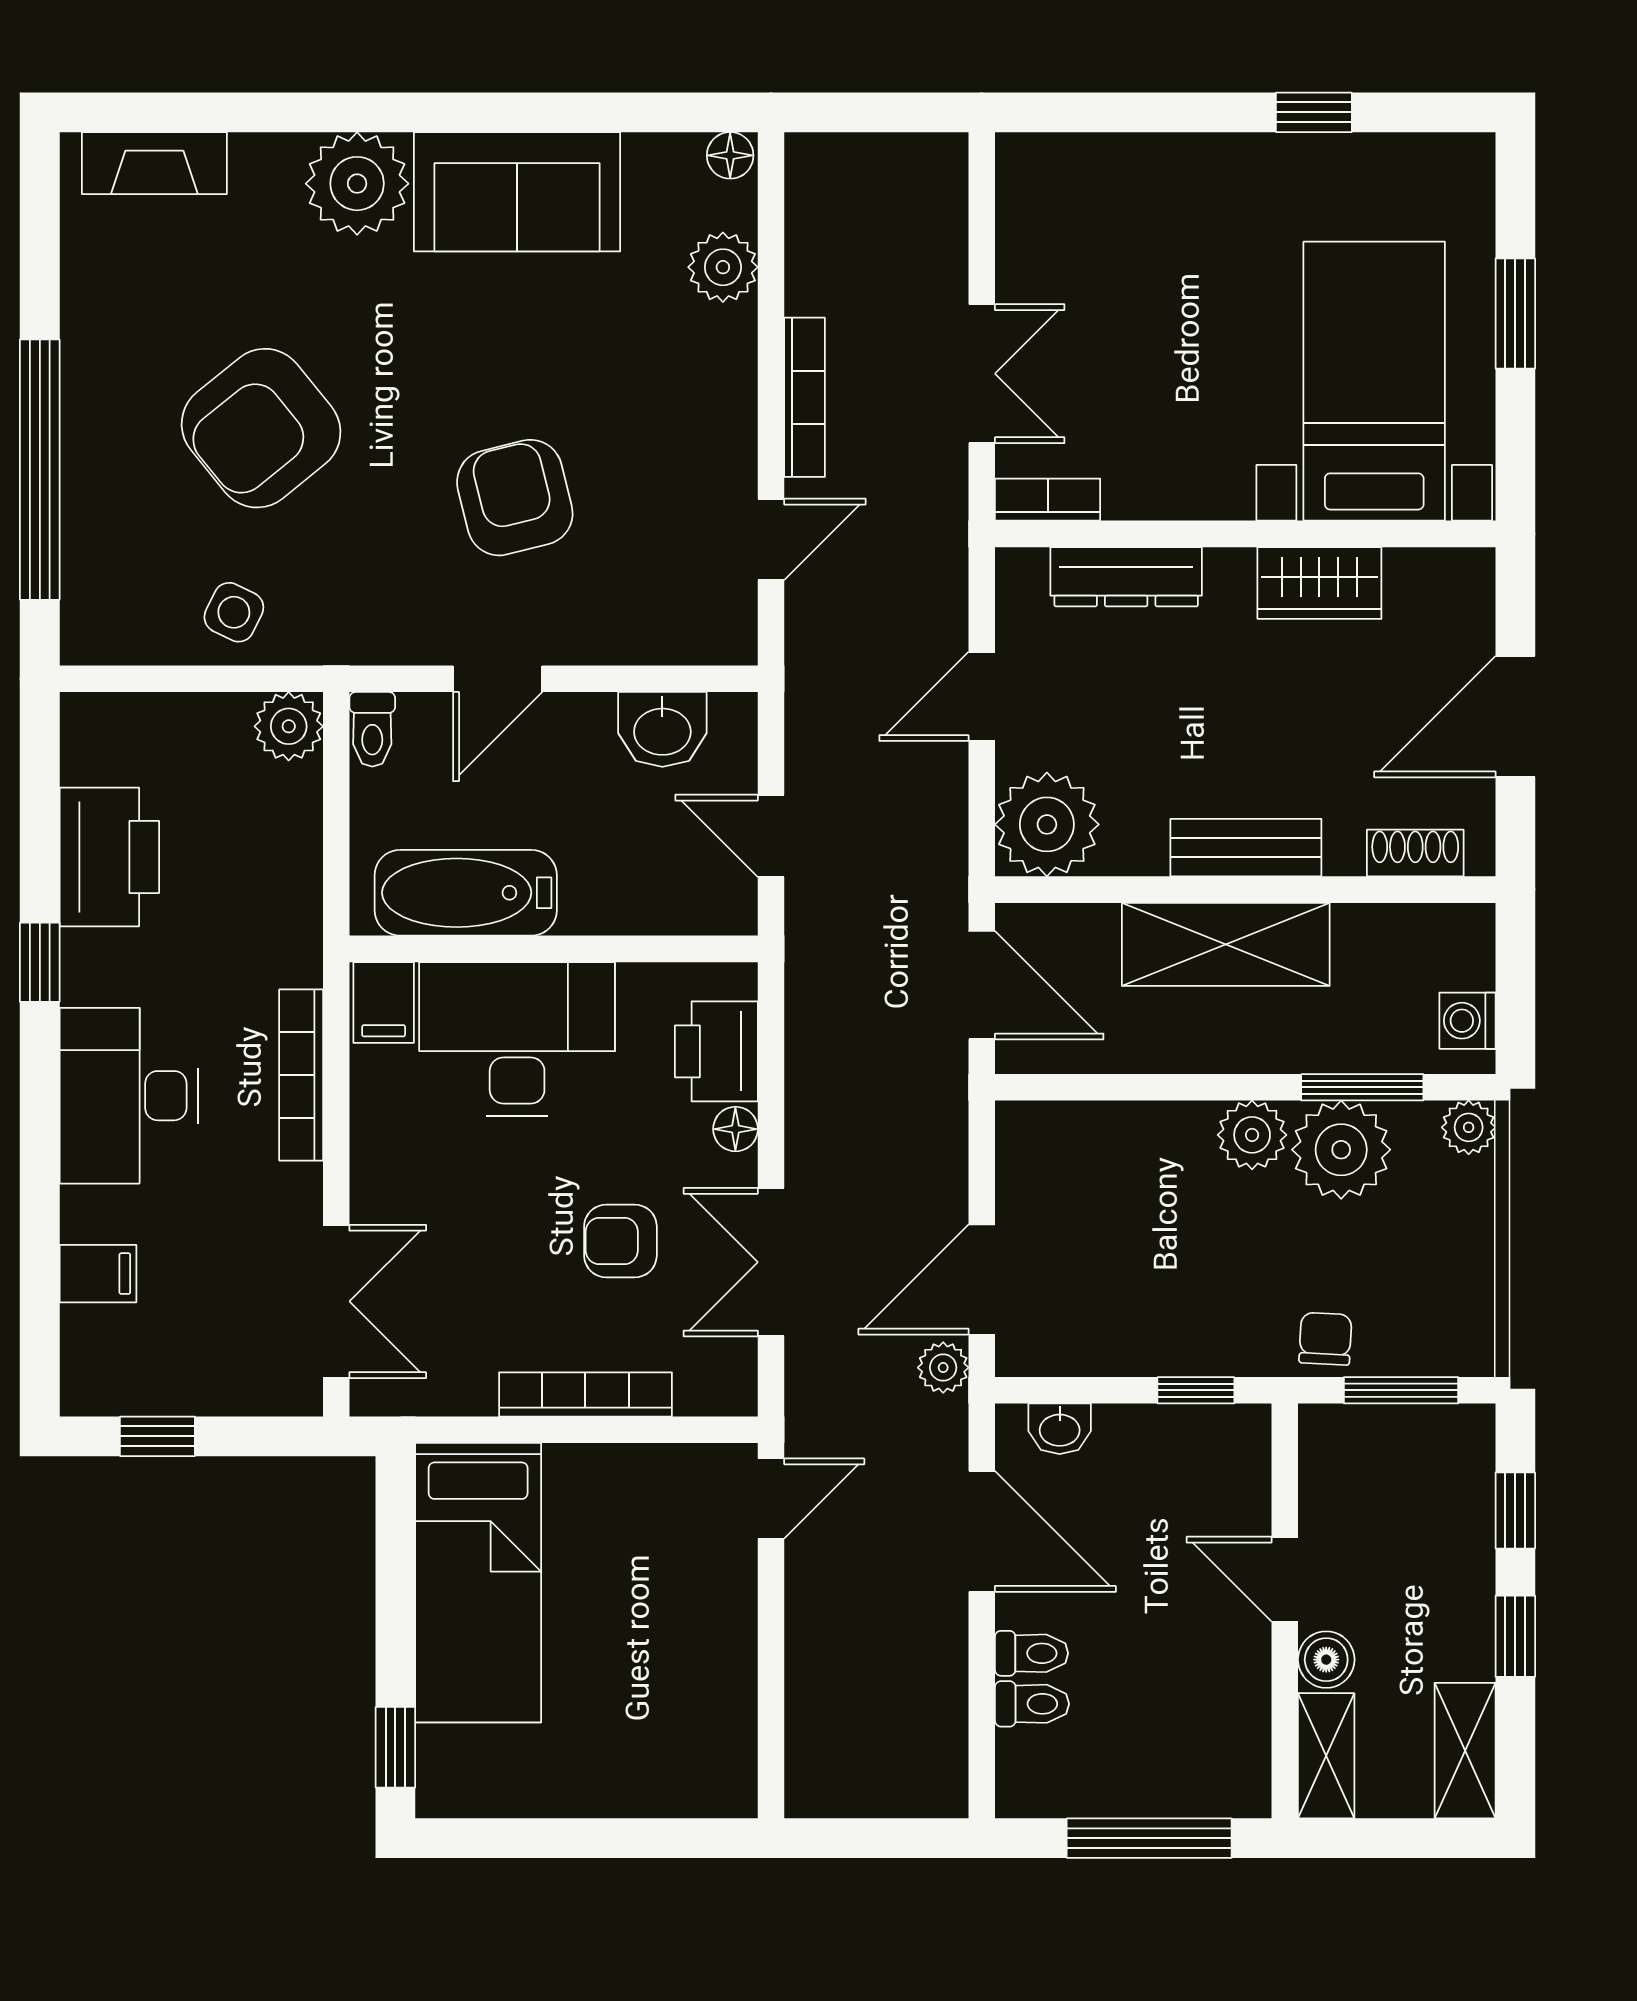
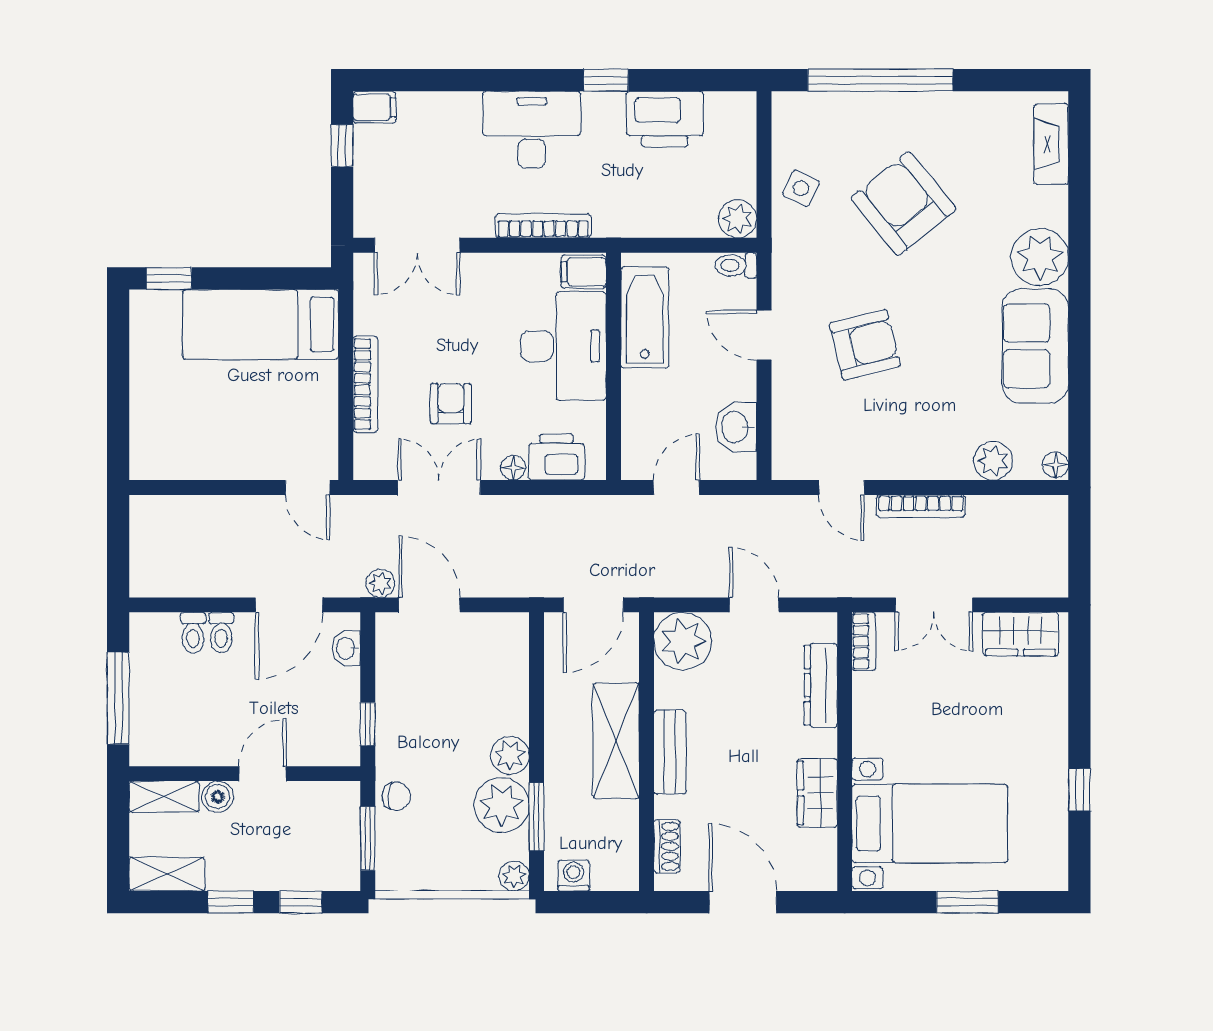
wardrobe: (1034, 218) -> (1021, 634), added
filing cabinet: (98, 1274) -> (374, 107), moved, turned -90

